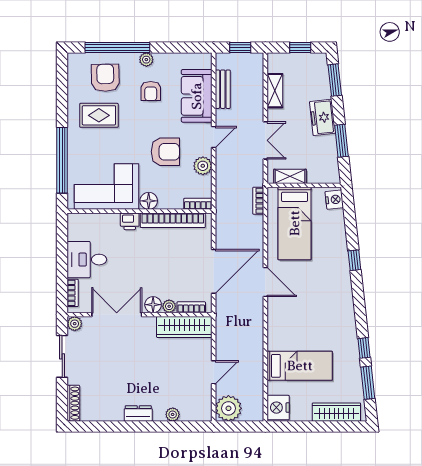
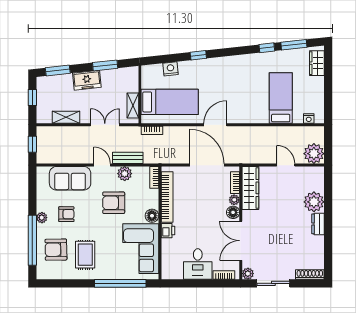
bench: (223, 89) -> (128, 158), moved
armchair: (165, 152) -> (114, 203), turned -90
nightstand: (334, 200) -> (171, 69), moved
nightstand: (278, 408) -> (309, 119), width x0.53, depth x0.56
wardrobe: (336, 412) -> (317, 63), width x0.67
plant: (173, 414) -> (314, 202), width x1.88, depth x1.88

